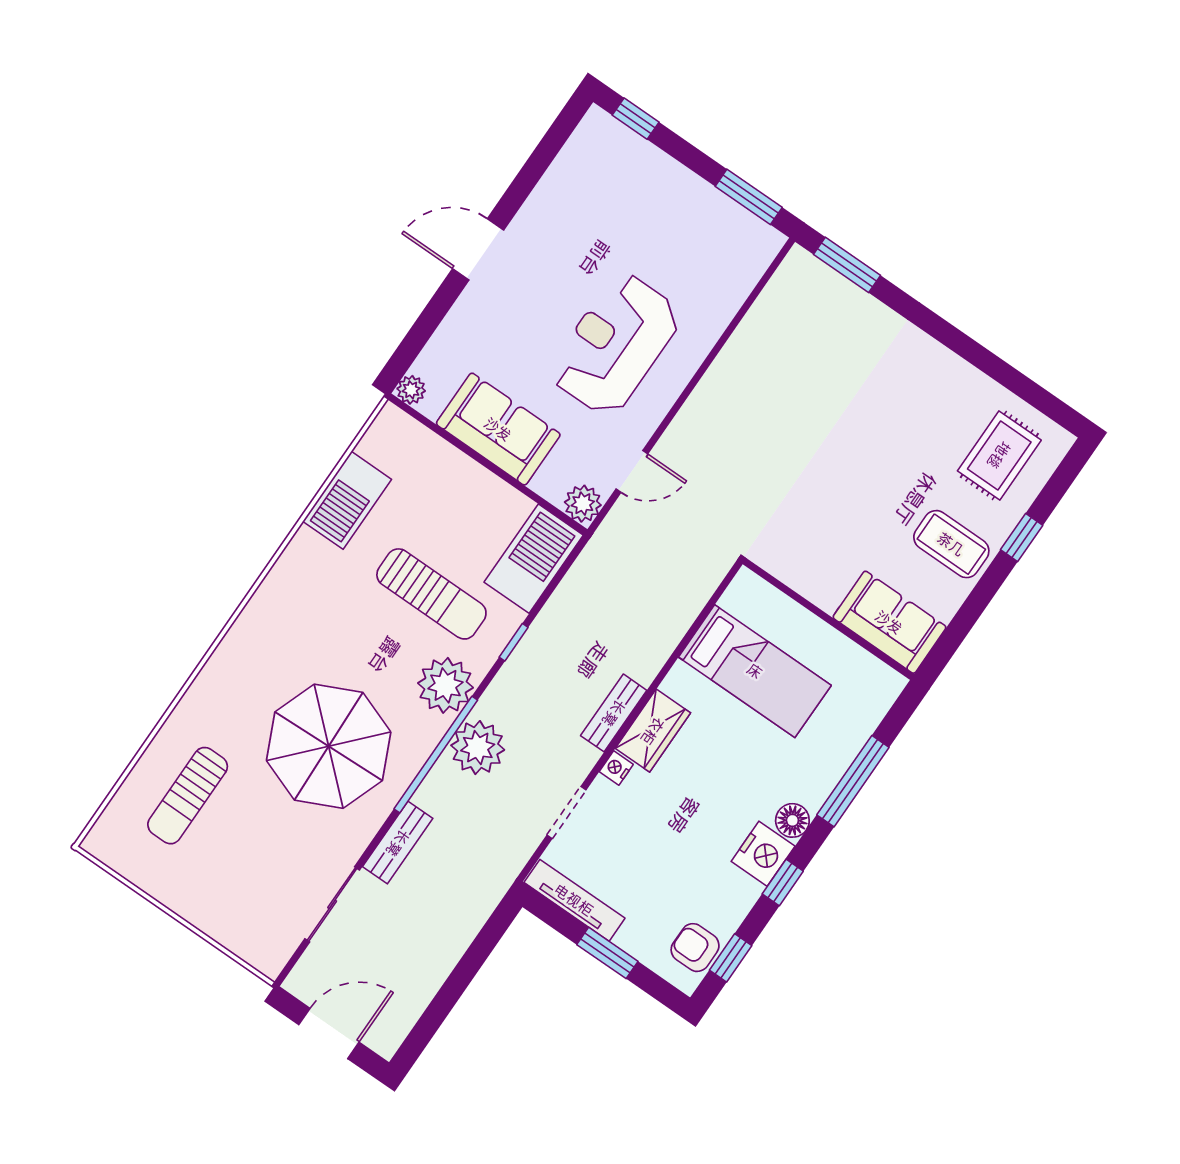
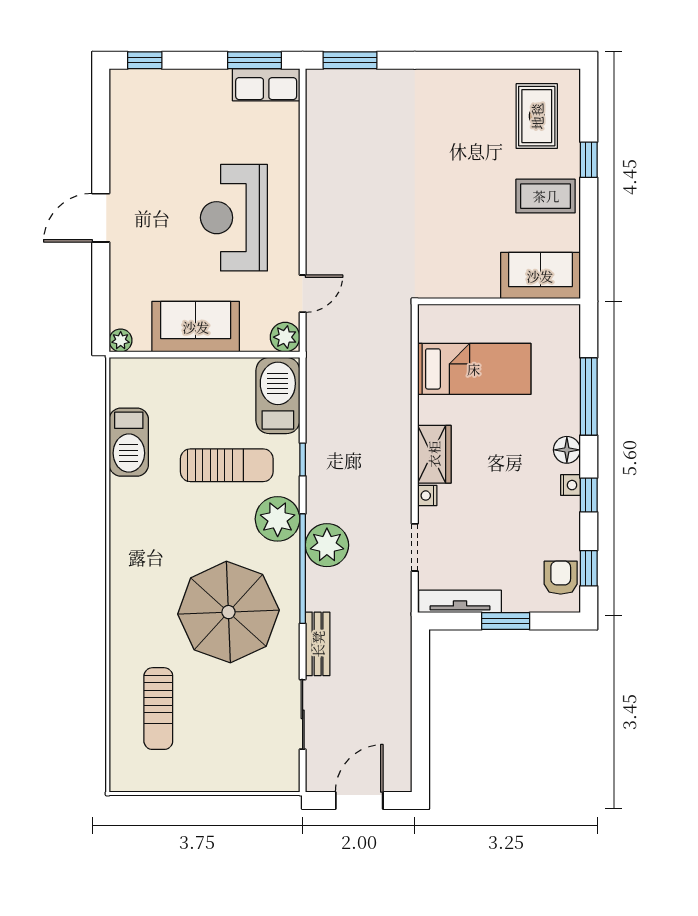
row of seats: (743, 230) -> (266, 85), added
bench: (614, 713) -> (401, 461), removed
nightstand: (763, 854) -> (570, 485), width x0.53, depth x0.56
armchair: (695, 948) -> (561, 578), turned 90

